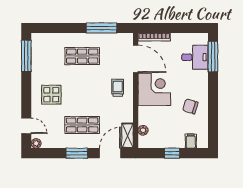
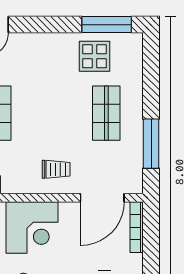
corner desk: (154, 89) -> (32, 227), moved
display table: (51, 95) -> (95, 56), moved

